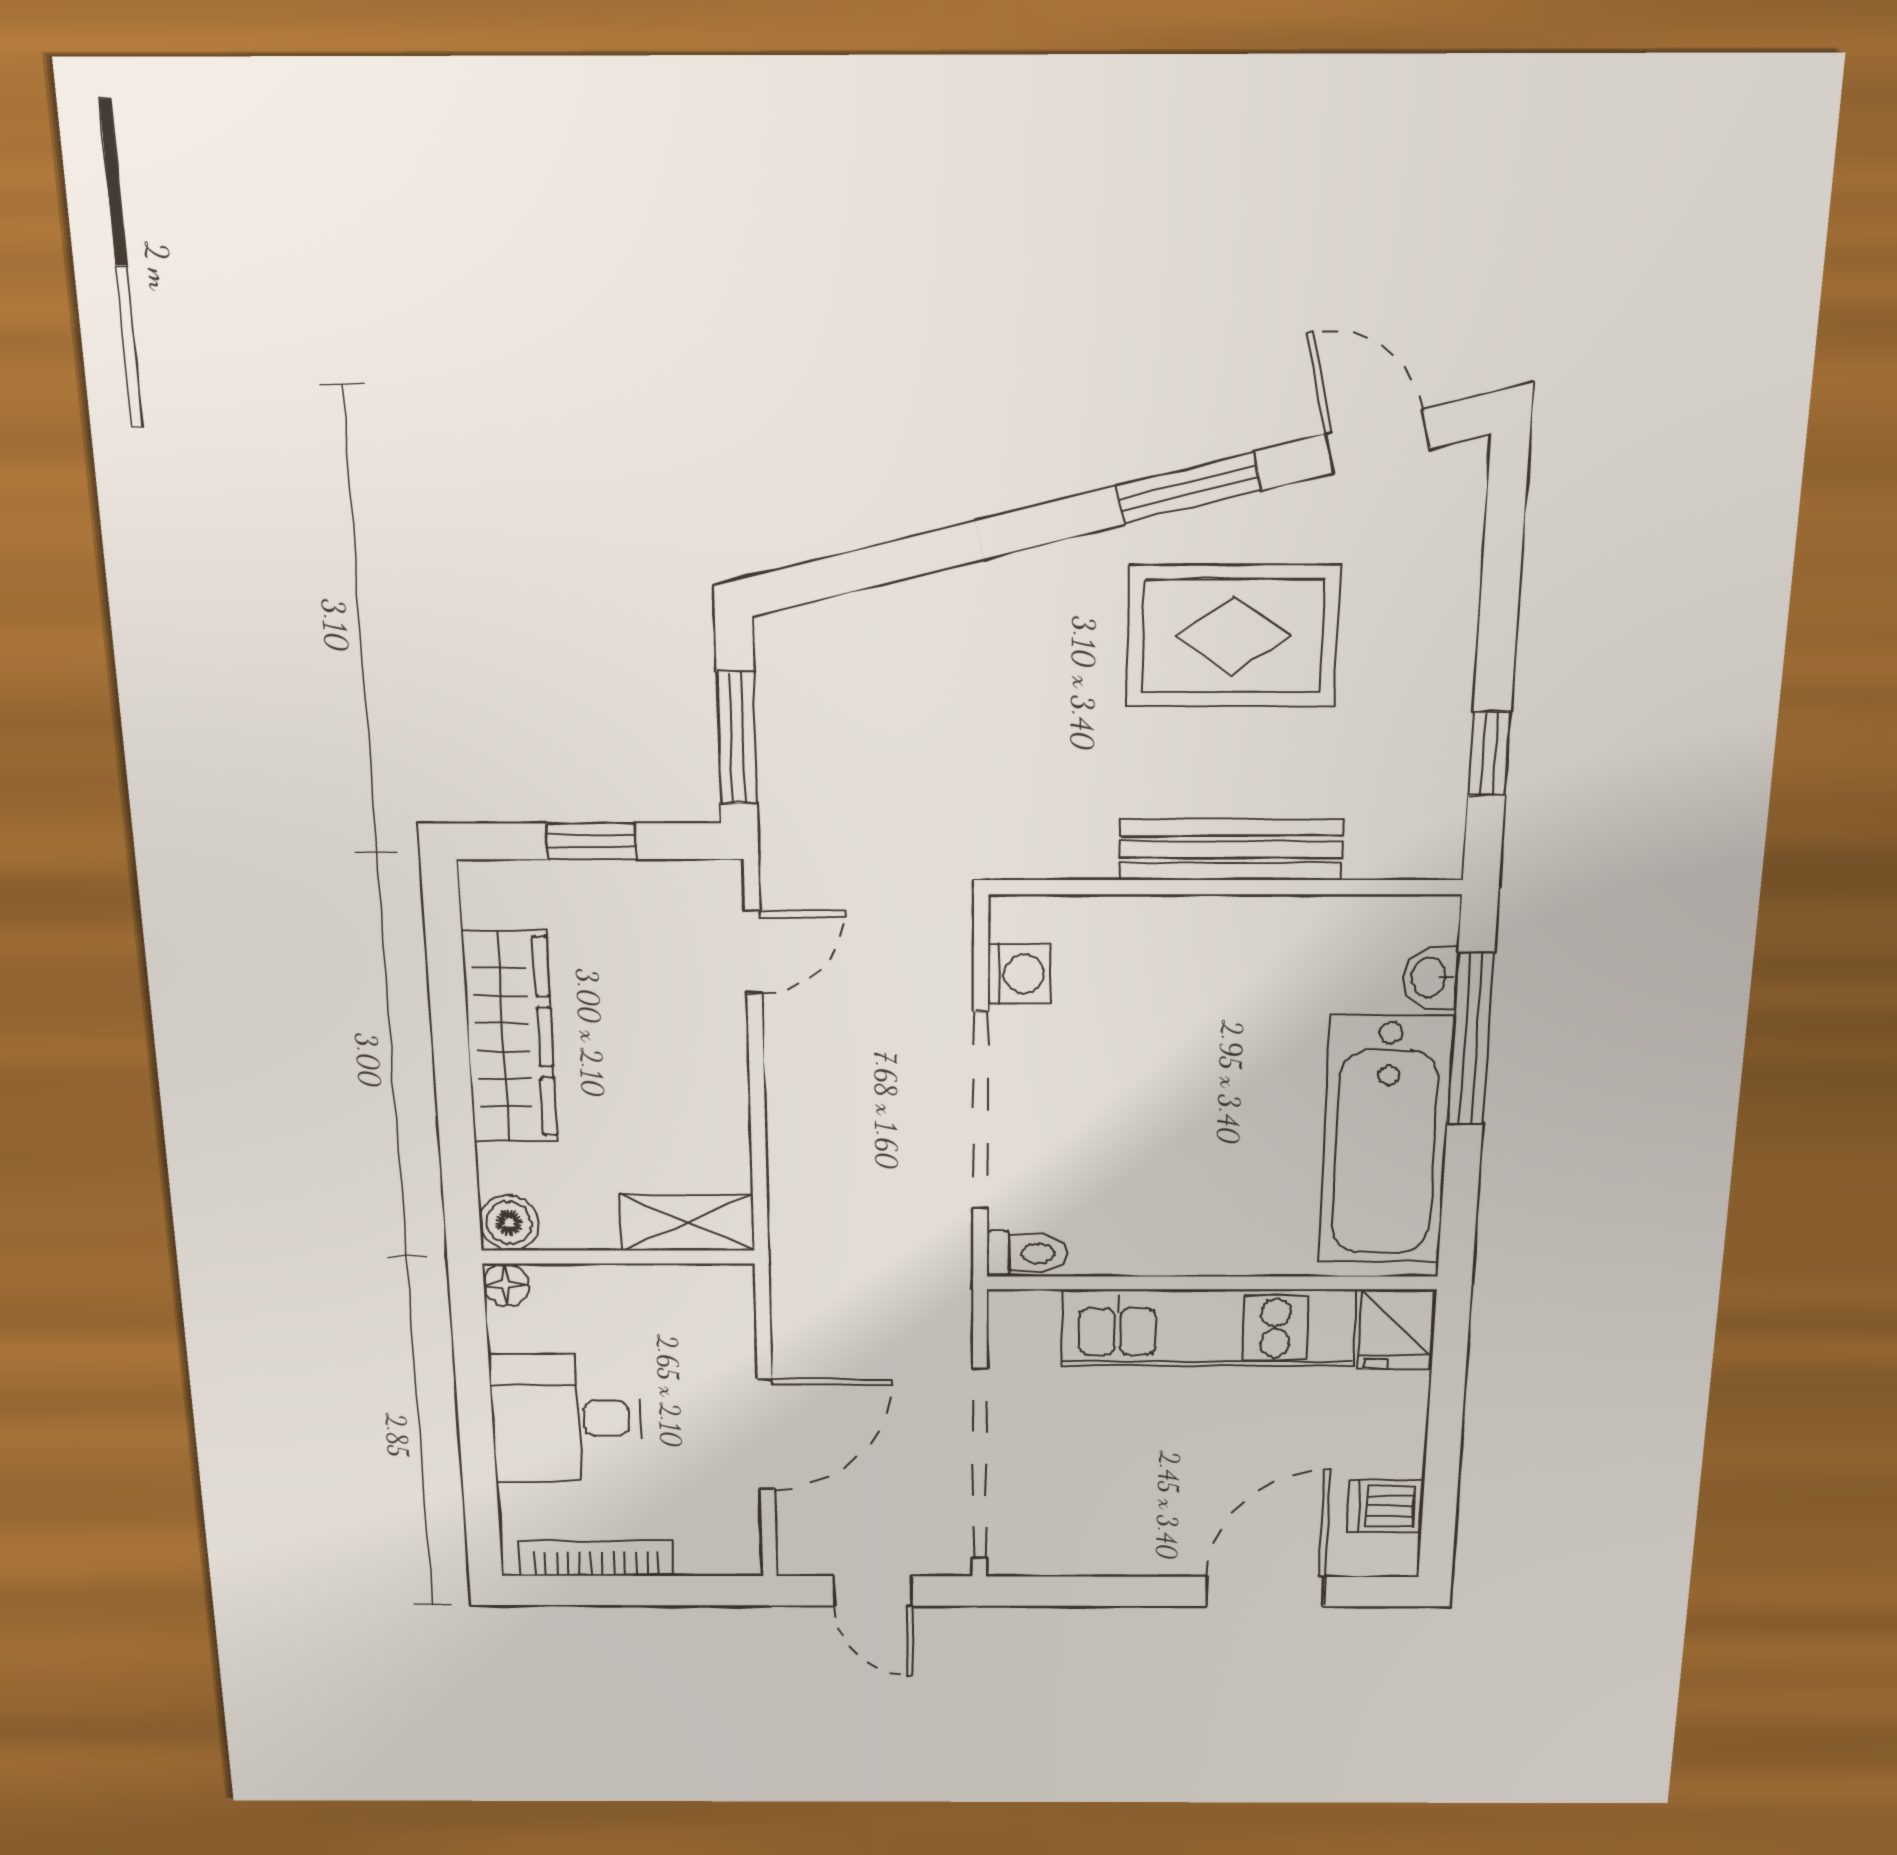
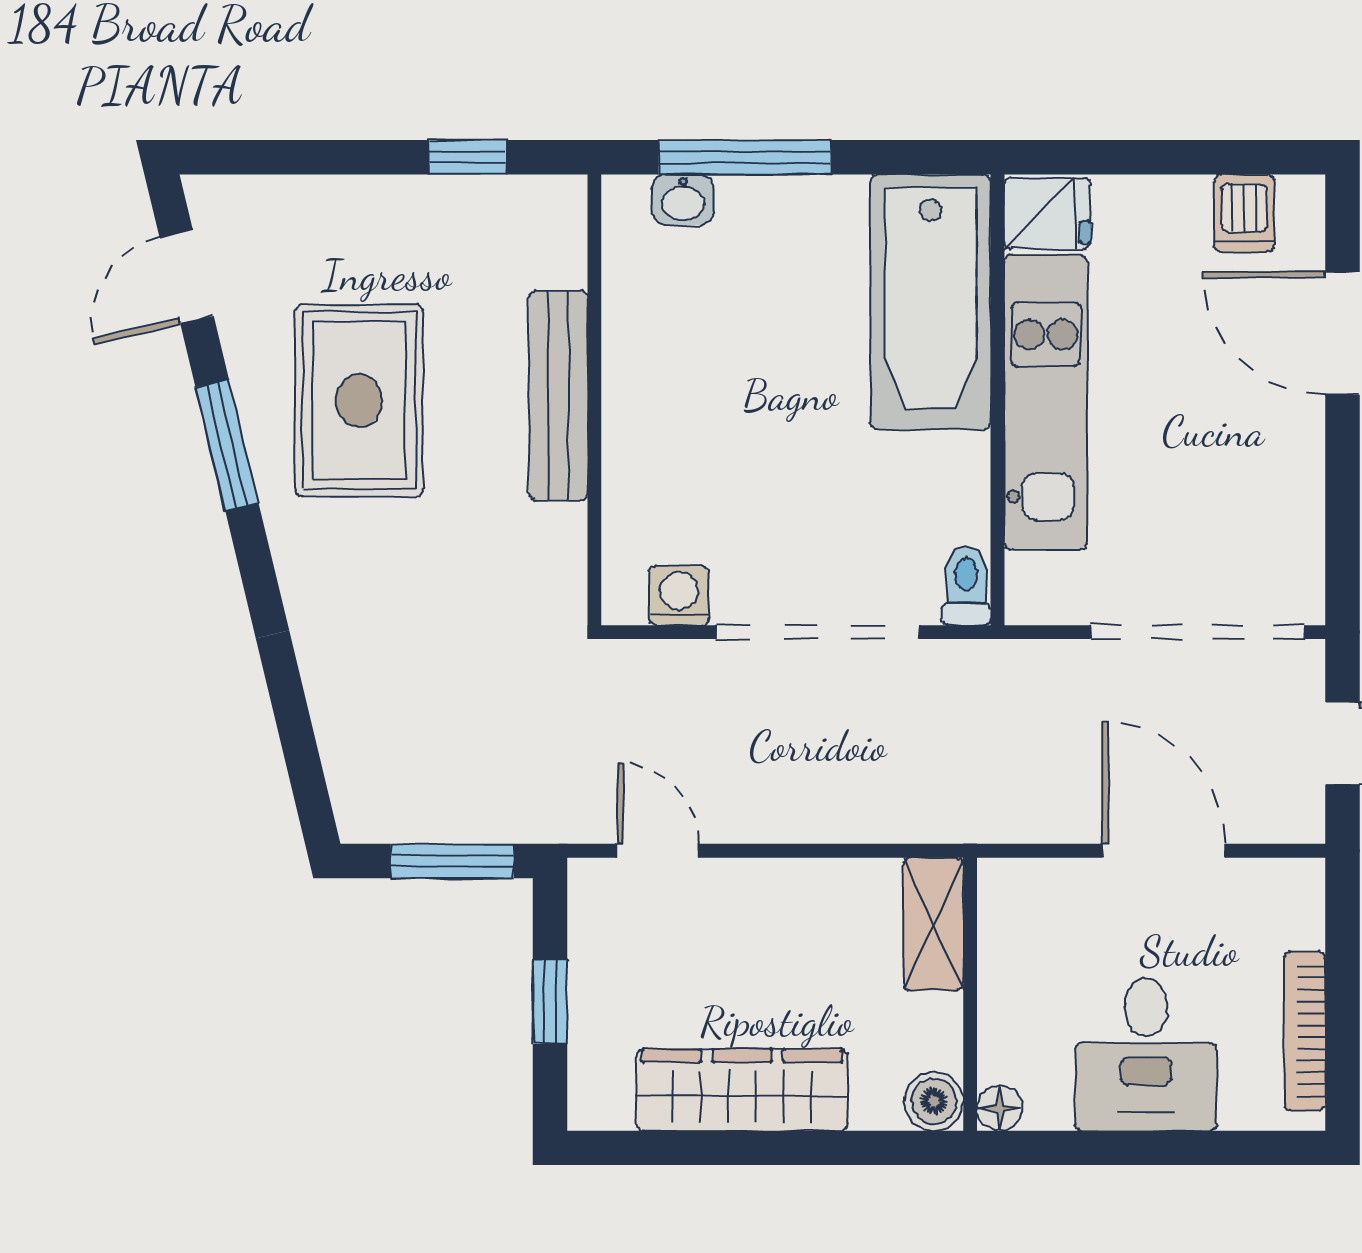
bathtub: (1385, 1140) -> (931, 302), moved, turned 90

